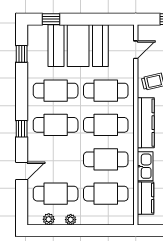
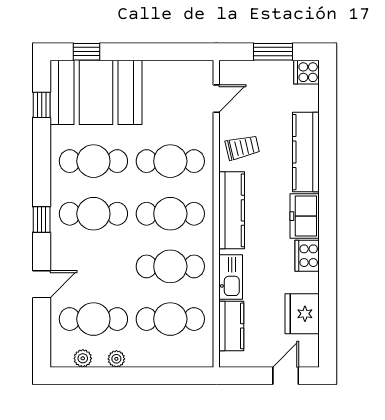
booth: (78, 46) -> (96, 92), moved

